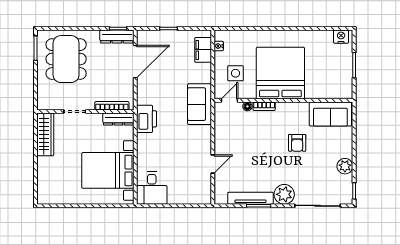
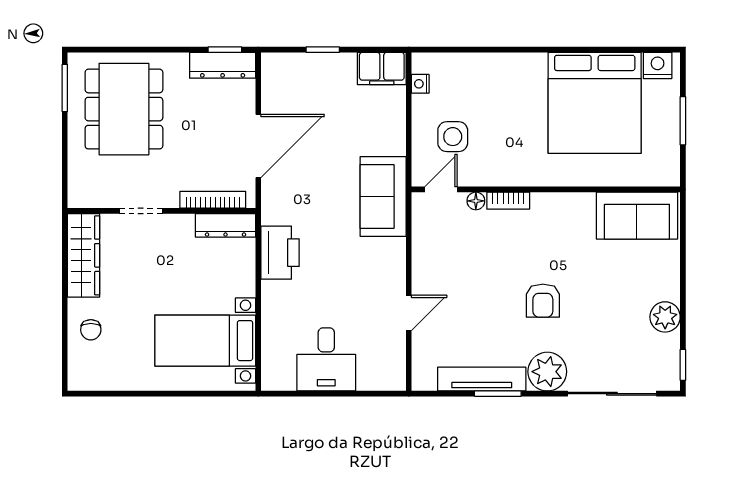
filing cabinet: (203, 50) -> (382, 69), moved, turned -90
door: (135, 62) -> (258, 146), moved
bed: (280, 73) -> (595, 103), moved, turned 180
printer: (146, 119) -> (280, 253), moved
armchair: (297, 143) -> (543, 301), moved
bed with nightstands: (108, 170) -> (205, 341), width x0.73
chair: (49, 173) -> (91, 330), added
desk: (152, 188) -> (326, 359), moved

